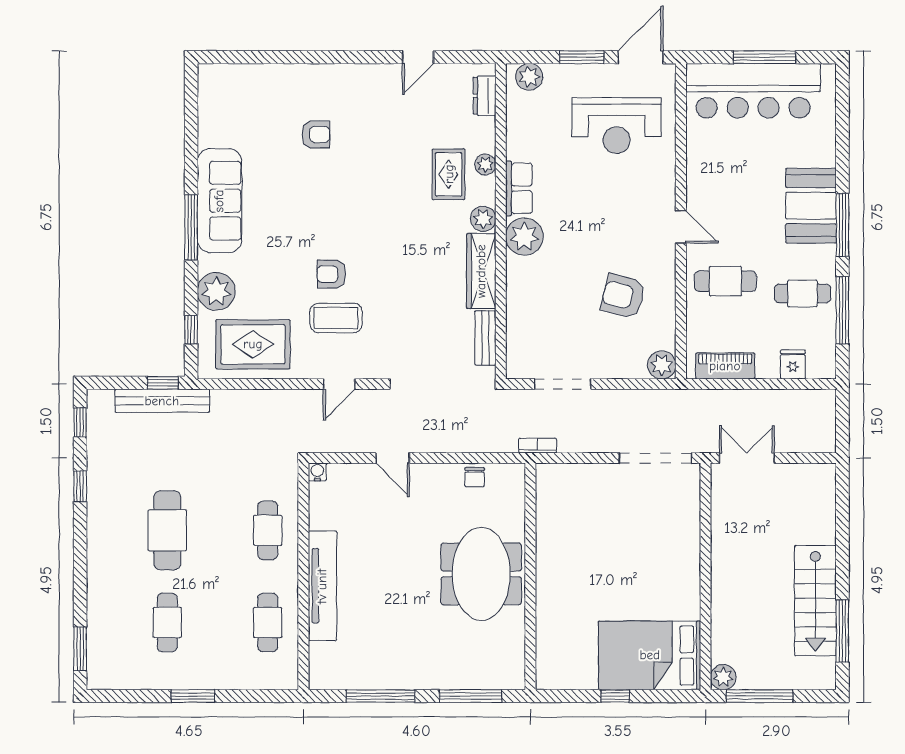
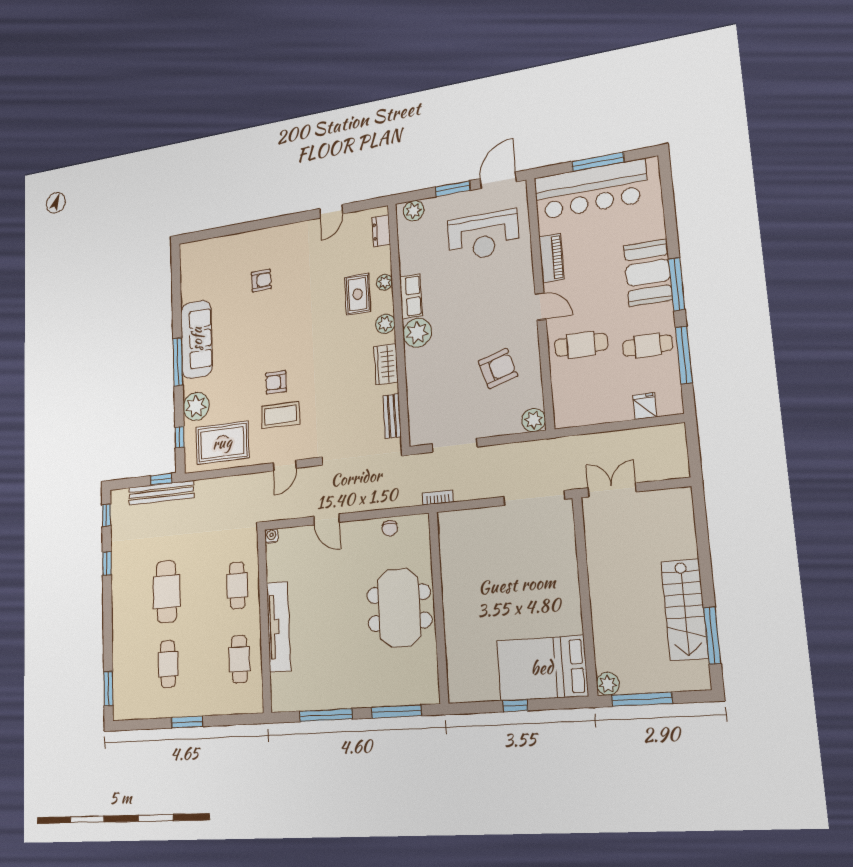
wardrobe: (481, 271) -> (386, 364), width x0.67
armchair: (623, 296) -> (498, 368), turned 149
piano: (725, 366) -> (551, 258), moved, turned 90

